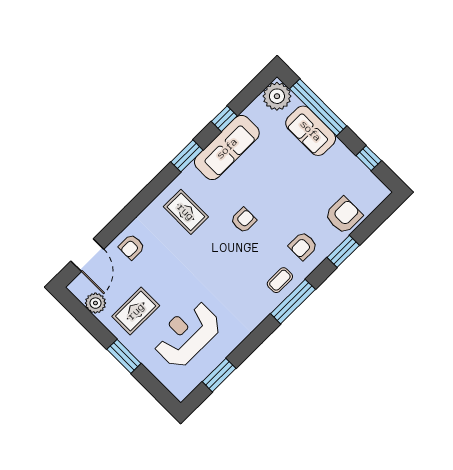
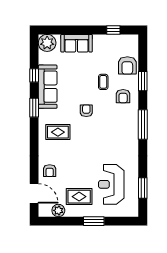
window: (318, 107) -> (70, 30), removed
armchair: (344, 215) -> (127, 65), turned 180
coffee table: (280, 280) -> (103, 82), moved
rug: (136, 311) -> (79, 197), turned 90

